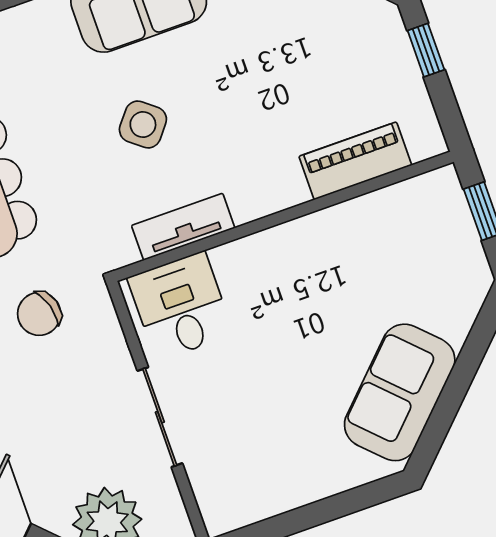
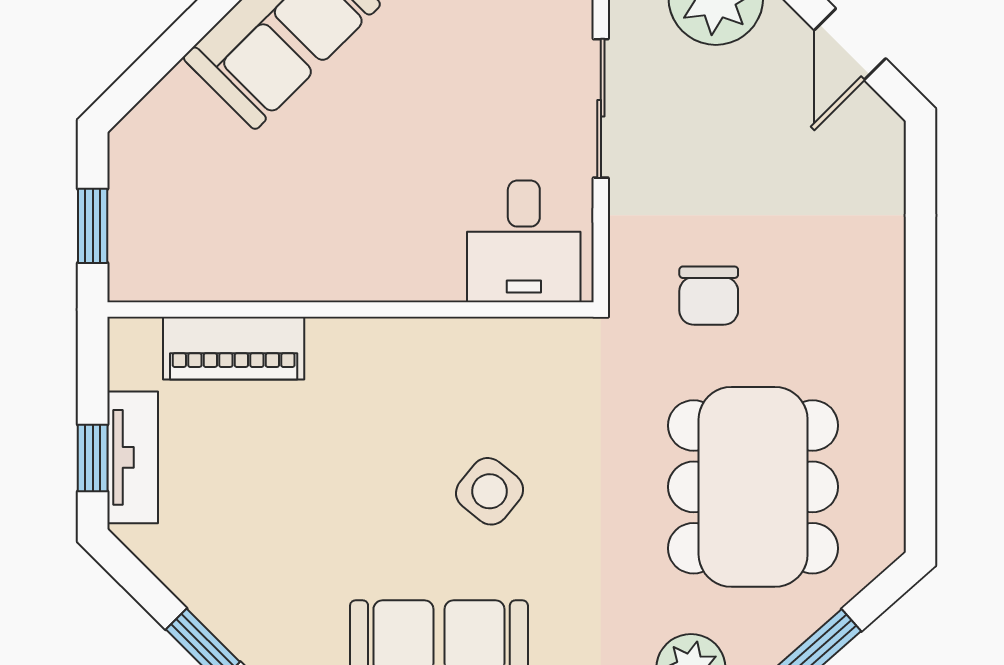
tv unit: (183, 227) -> (133, 457), moved, turned -90
chair: (39, 314) -> (709, 296), turned 106

